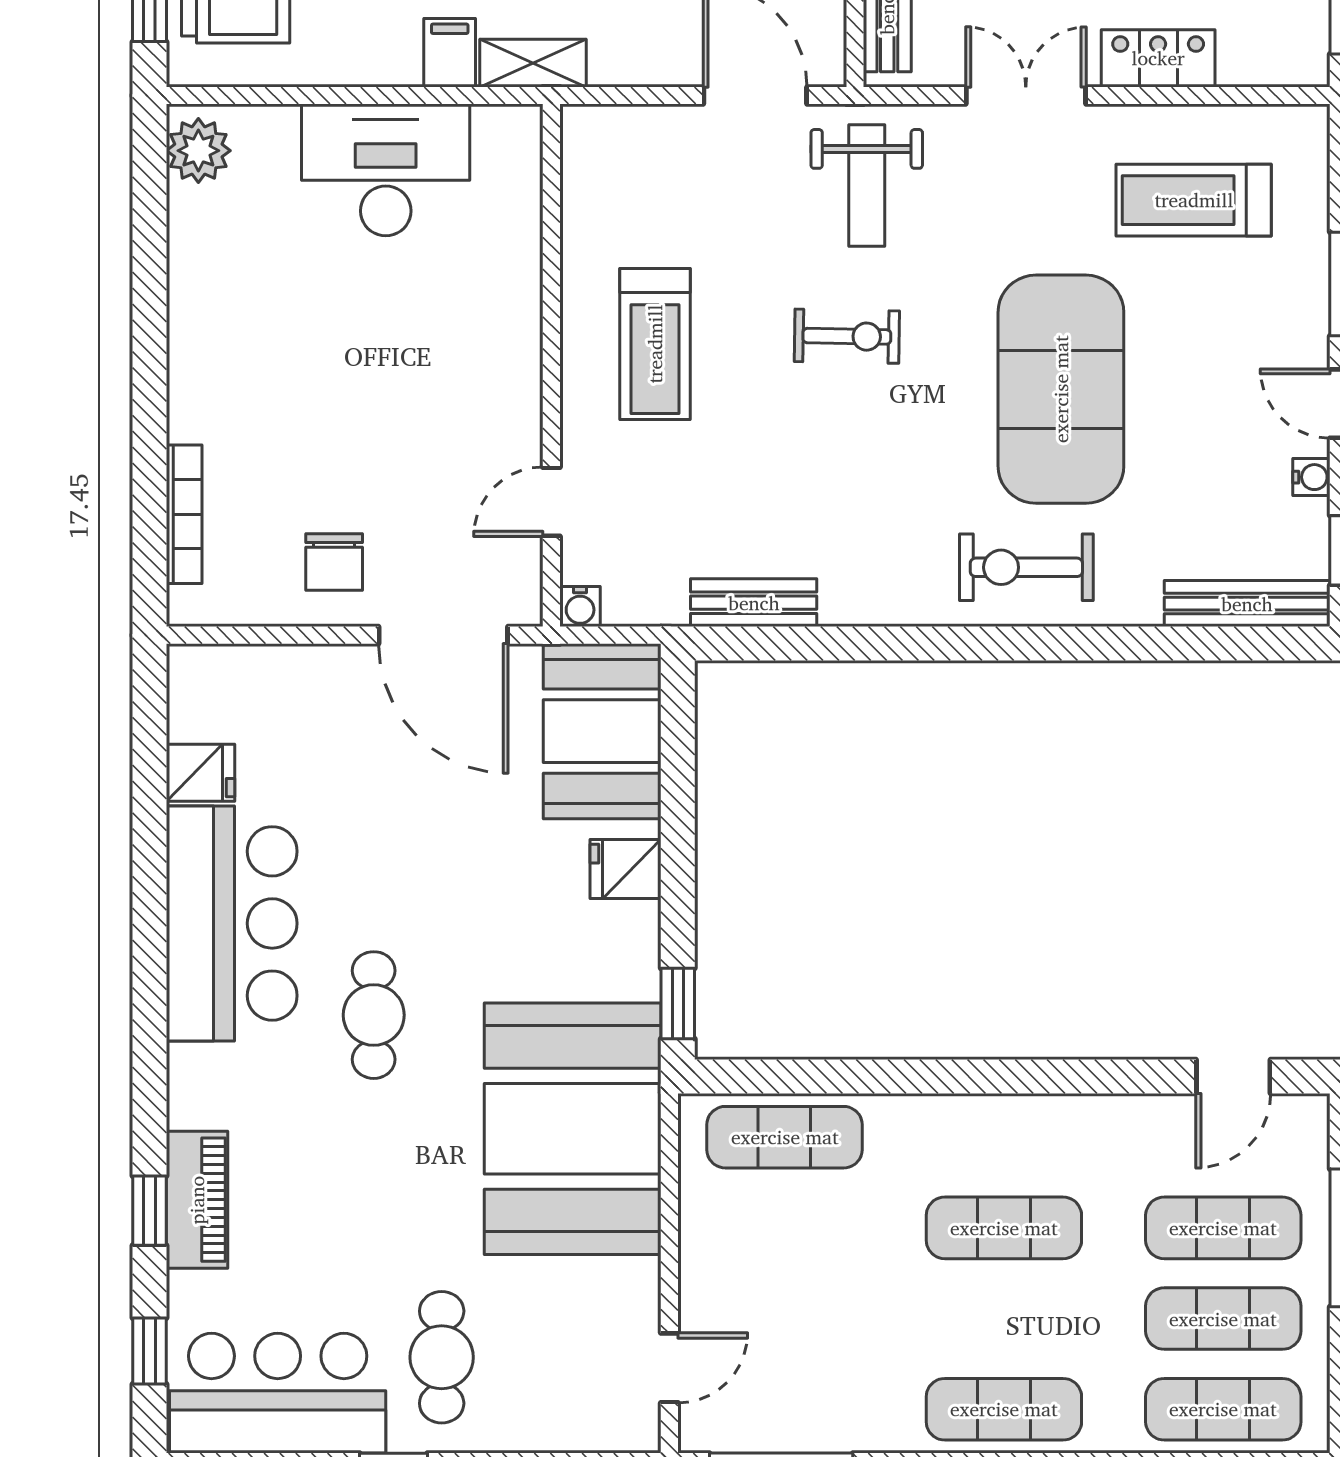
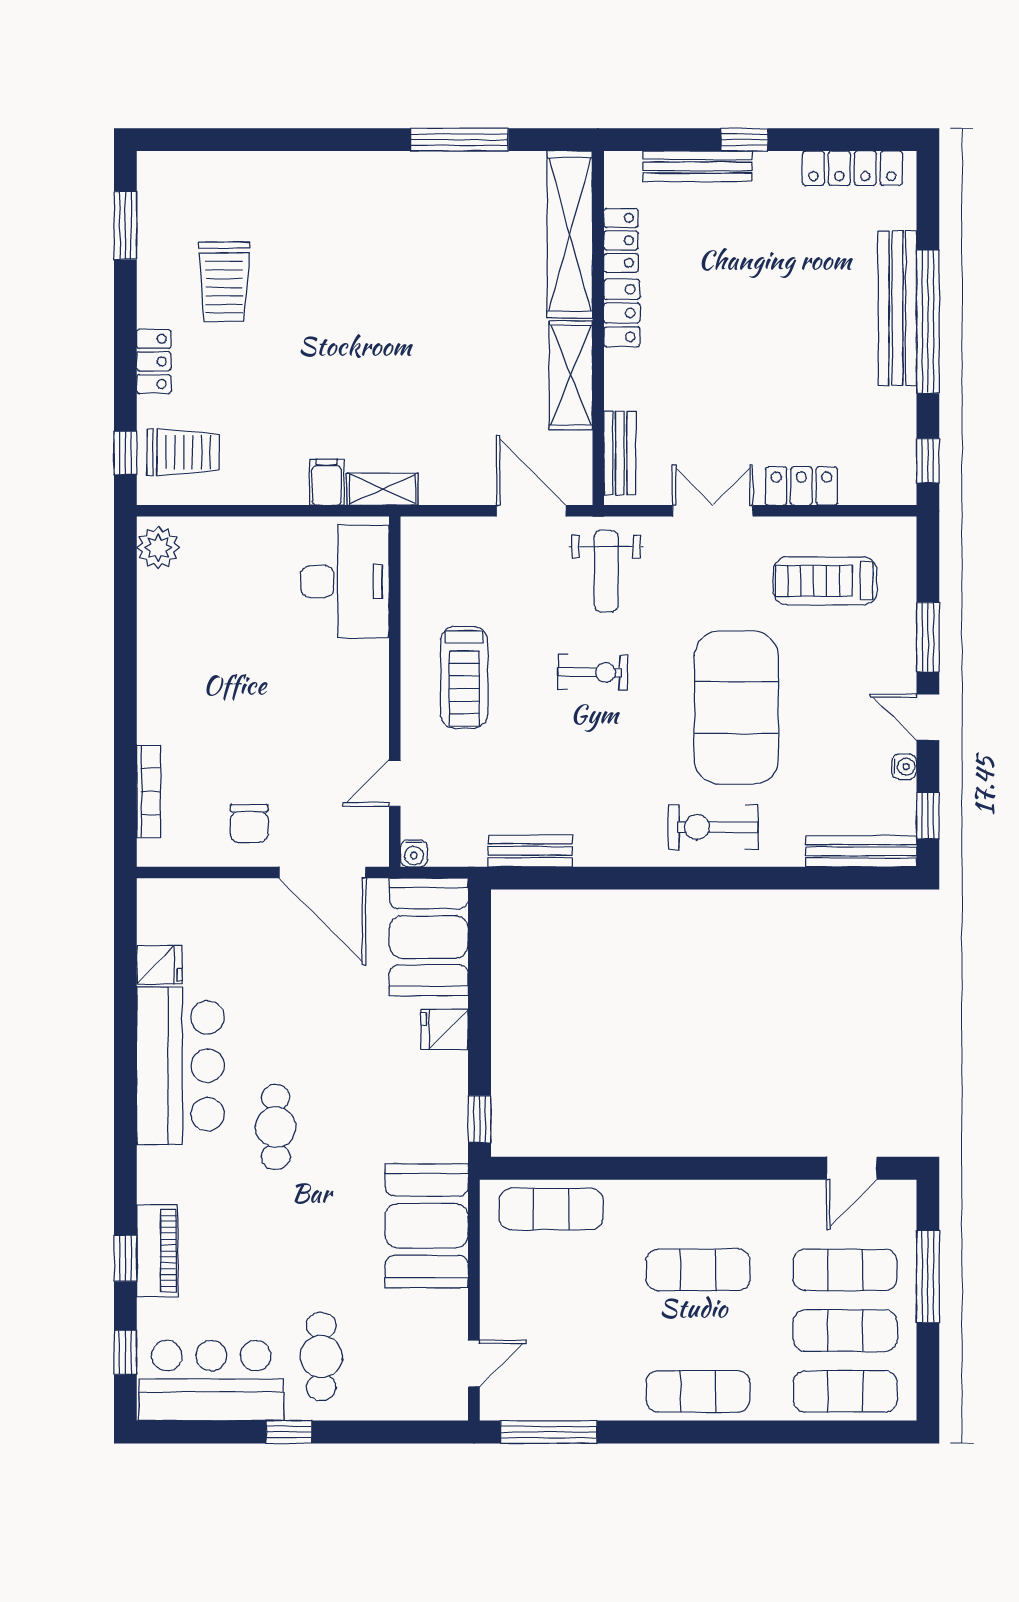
desk: (386, 170) -> (345, 582), moved, turned 90
booth: (573, 1129) -> (427, 1226), width x0.73, depth x0.70

